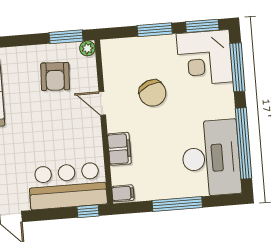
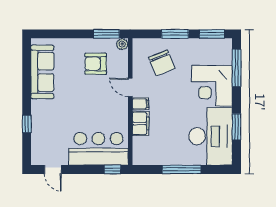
corner desk: (205, 58) -> (212, 86), moved
armchair: (55, 76) -> (96, 64), turned 87
chair: (152, 93) -> (162, 63), moved
window: (244, 143) -> (237, 127), width x0.47
filing cabinet: (123, 193) -> (141, 104), moved

